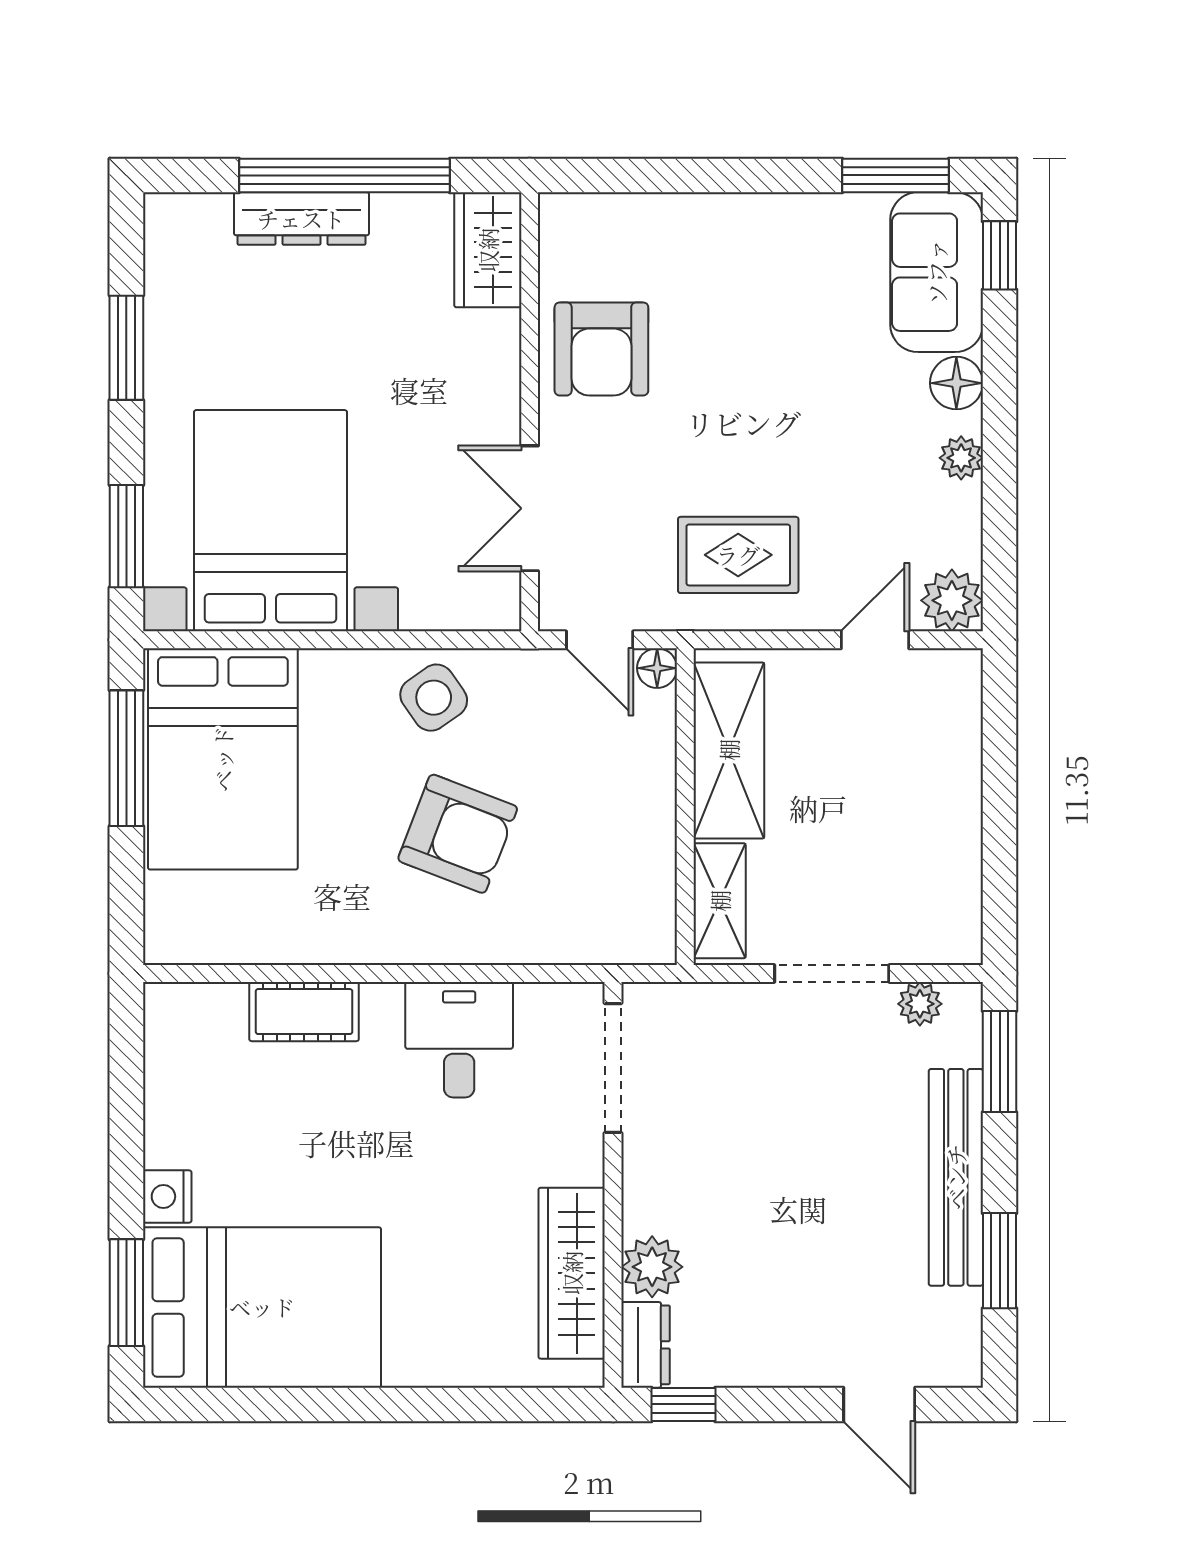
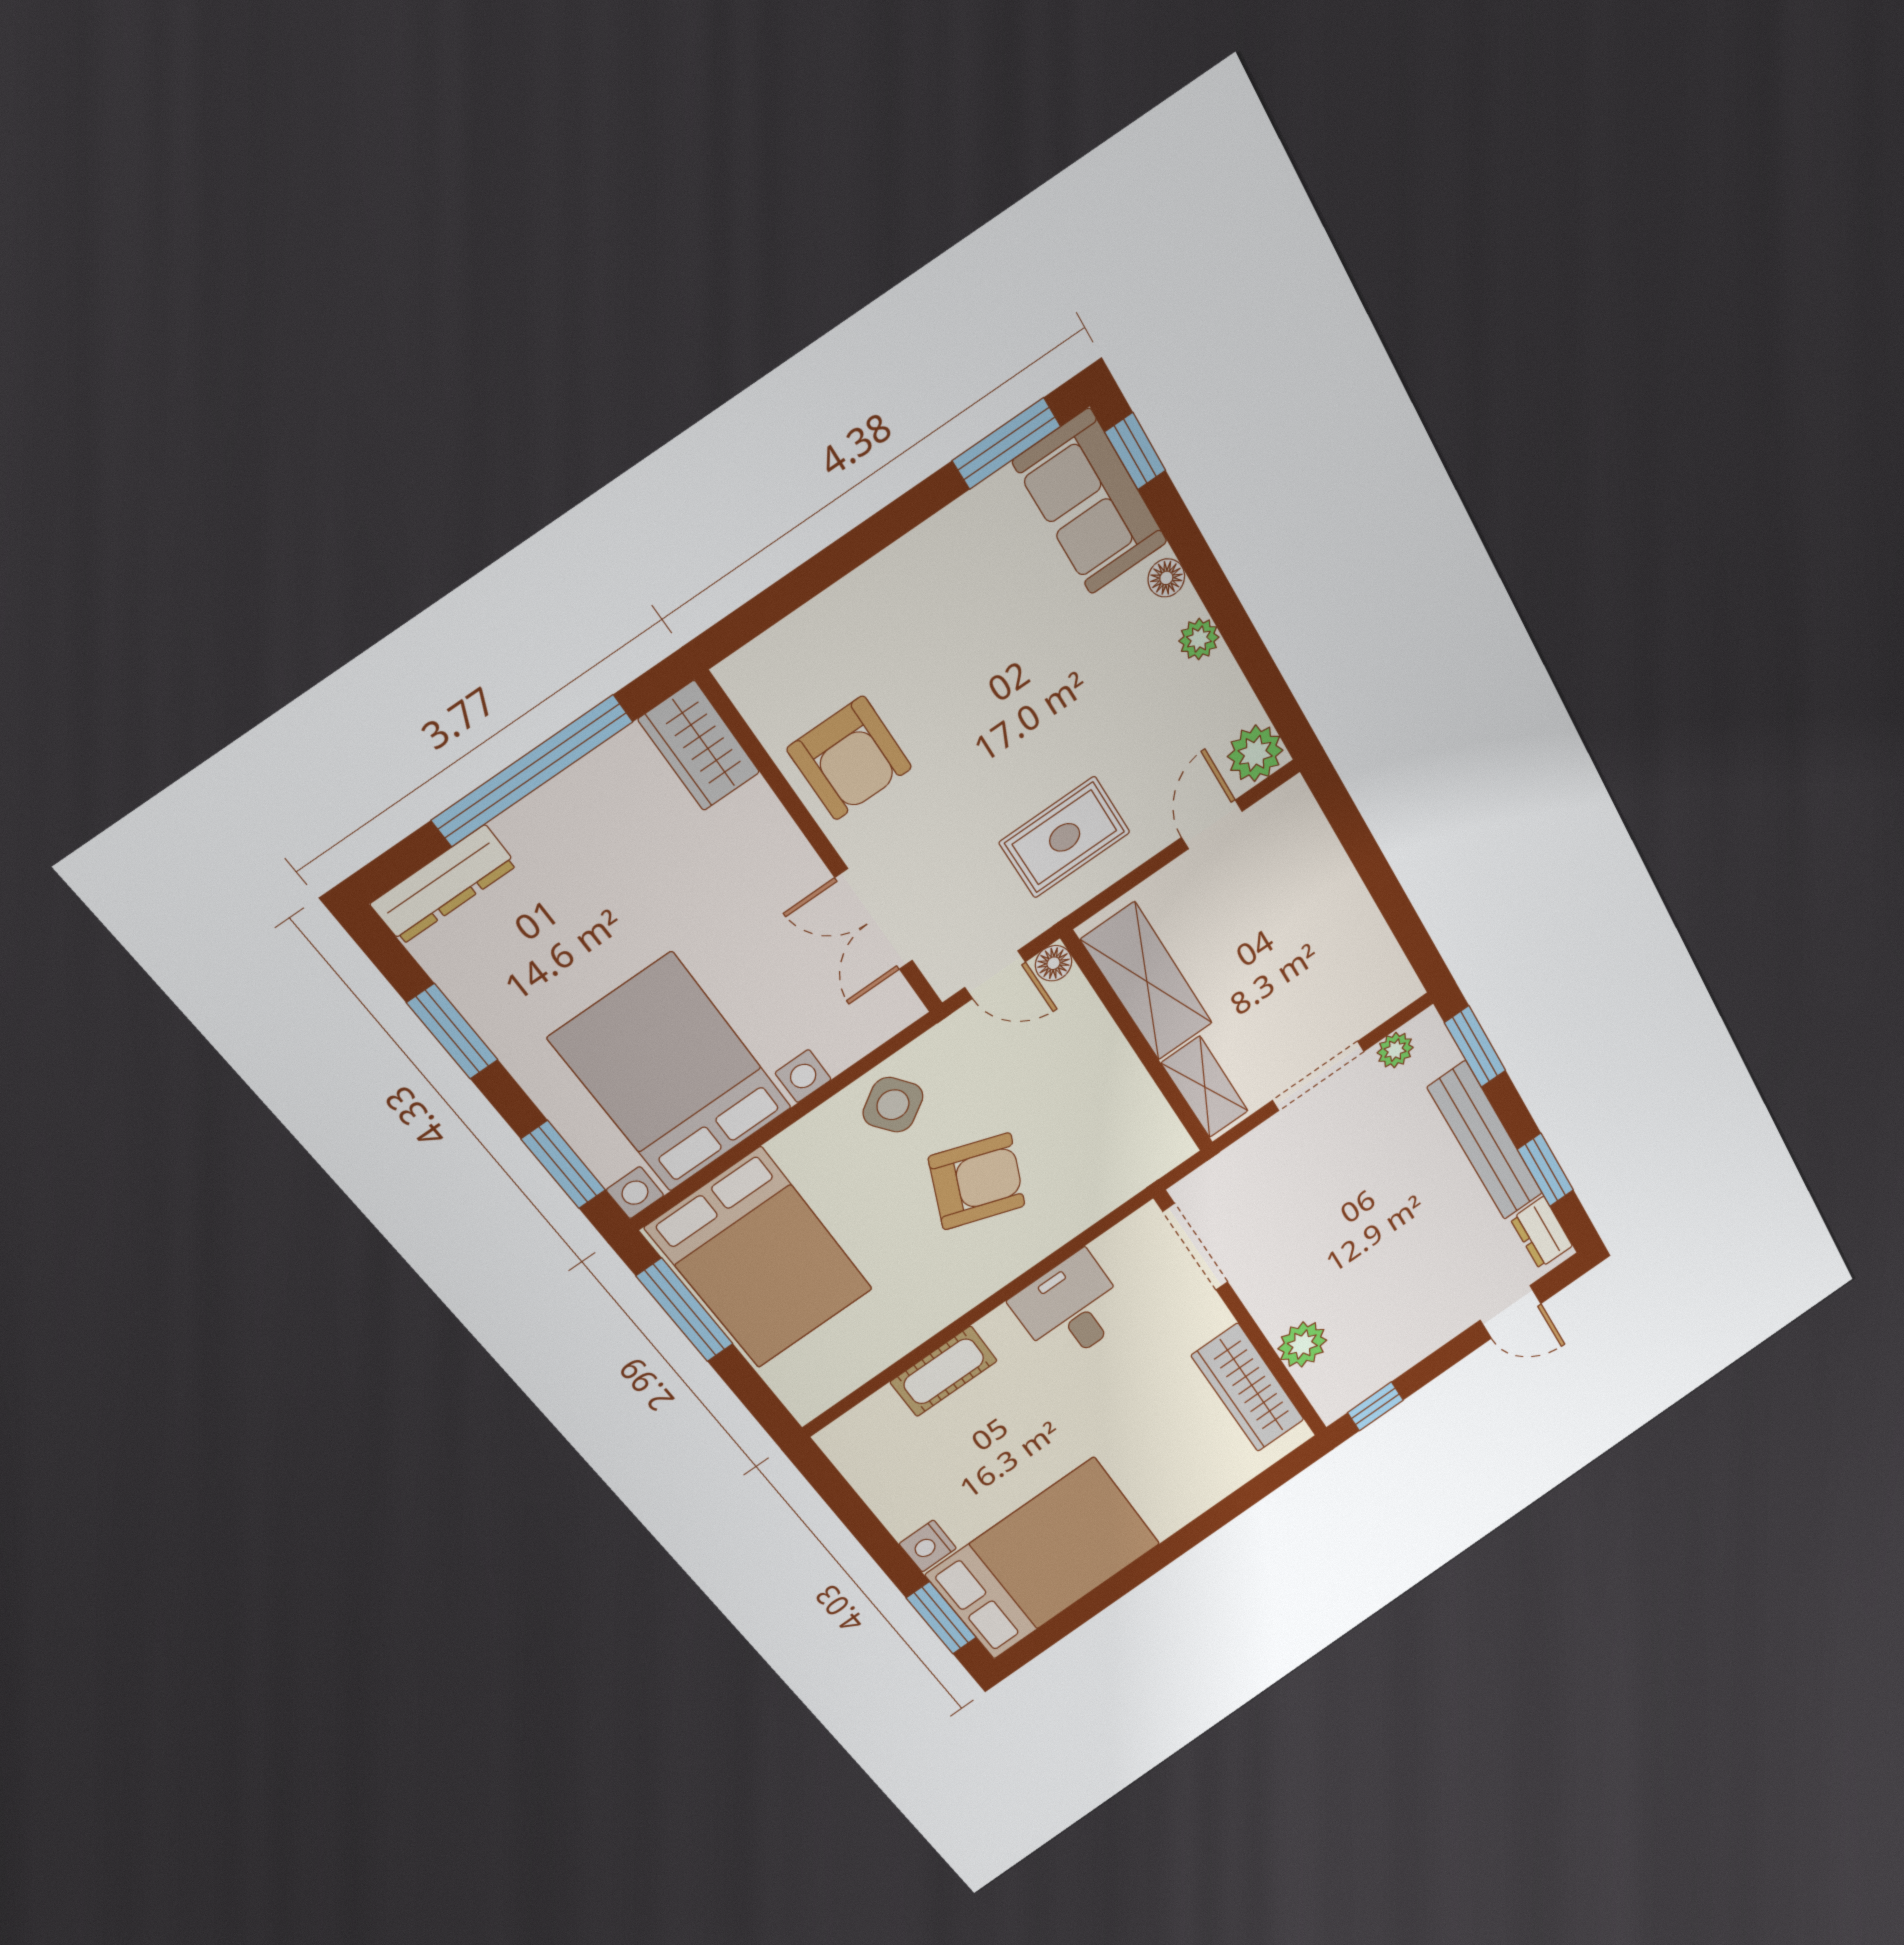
dresser: (301, 219) -> (444, 885), moved
floor lamp: (956, 383) -> (1166, 578), width x0.73, depth x0.73
dresser: (646, 1345) -> (1542, 1233), moved, turned 180

